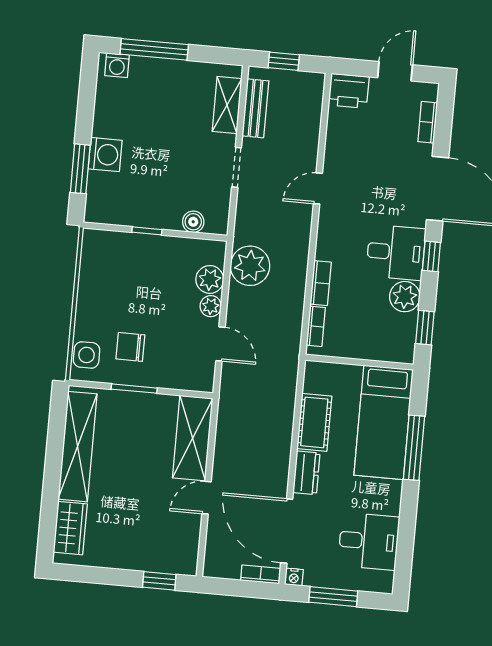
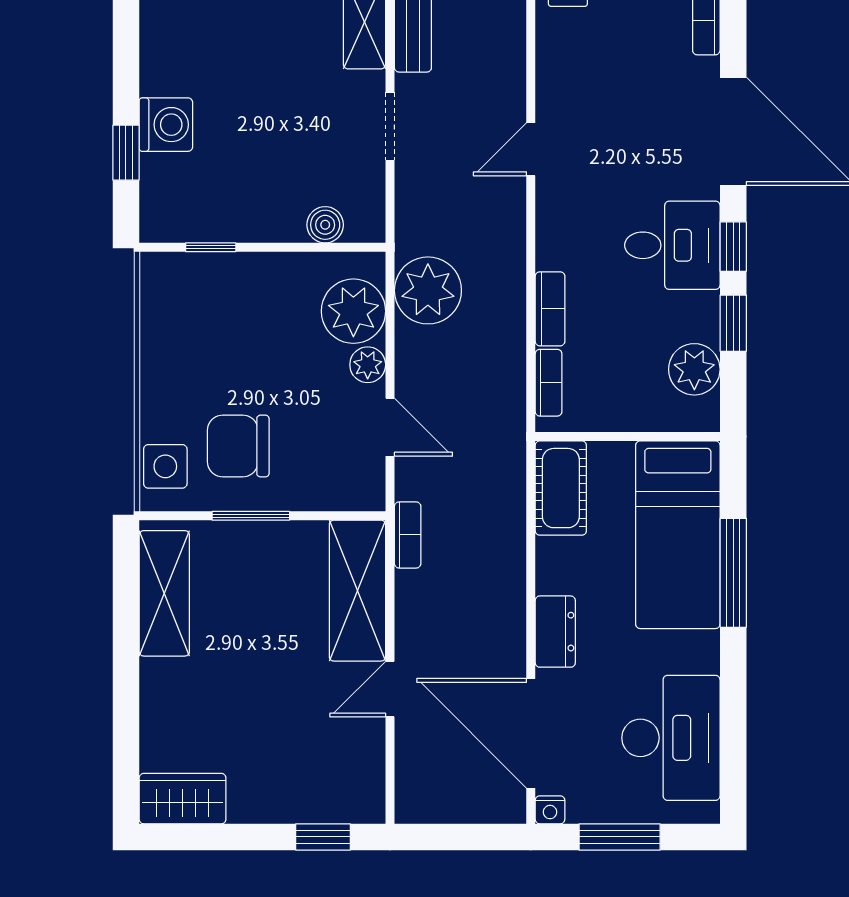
window: (80, 169) -> (126, 153), width x0.67
window: (147, 231) -> (211, 247), moved
plant: (210, 279) -> (353, 311), width x1.36, depth x1.36
plant: (405, 297) -> (694, 369), moved
window: (425, 328) -> (733, 323), moved
chair: (130, 347) -> (238, 446), width x1.37, depth x1.37
cot: (314, 422) -> (561, 488), moved
shelving: (78, 447) -> (164, 593), width x0.68
wardrobe: (70, 528) -> (183, 799), moved, turned -90
desk: (369, 541) -> (671, 738), width x1.37
bookcase: (261, 574) -> (408, 535), moved, turned 90

